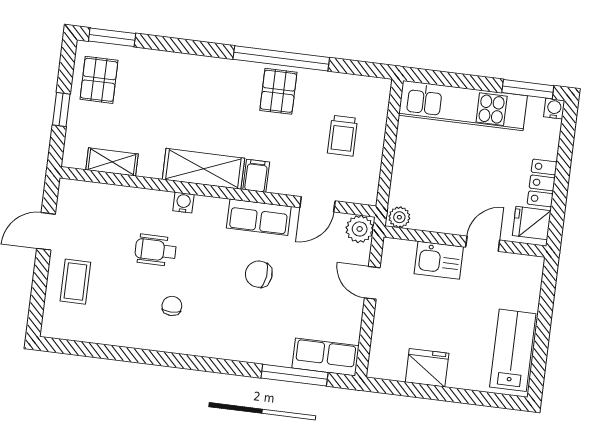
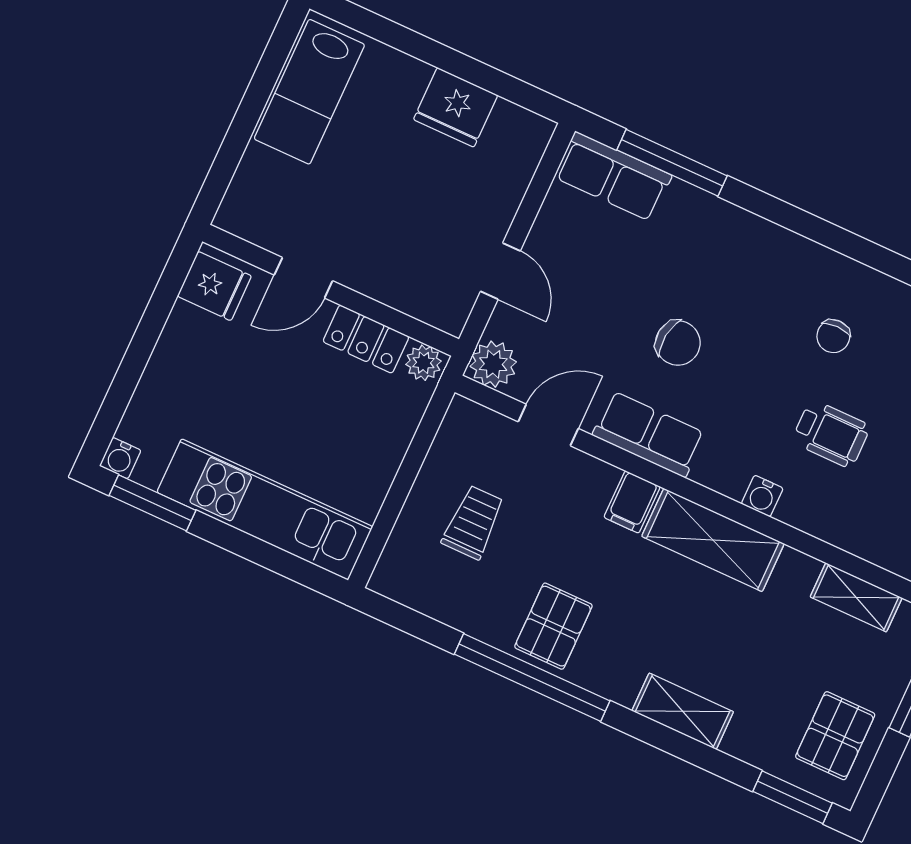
shelving: (190, 66) -> (683, 711), added
locker: (542, 183) -> (366, 339), moved, turned 90
kitchen sink: (439, 260) -> (382, 274), removed

